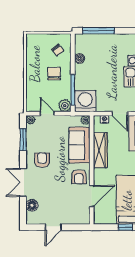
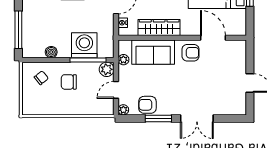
washing machine: (85, 101) -> (84, 45), moved, turned 90
plant: (85, 120) -> (123, 60), moved
window: (23, 140) -> (158, 119), moved
armchair: (42, 160) -> (147, 105), moved
floor lamp: (32, 205) -> (224, 108), removed

